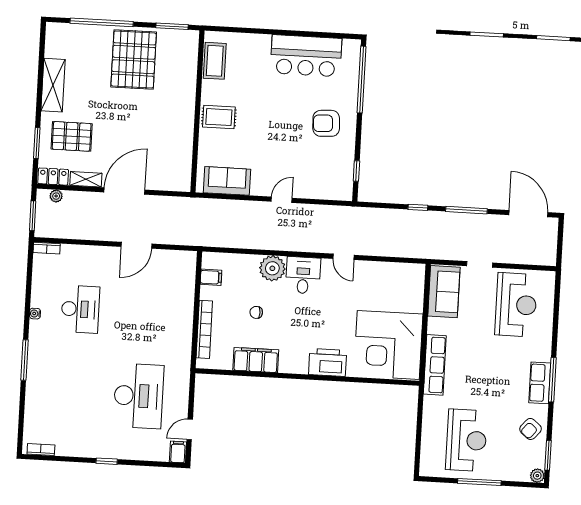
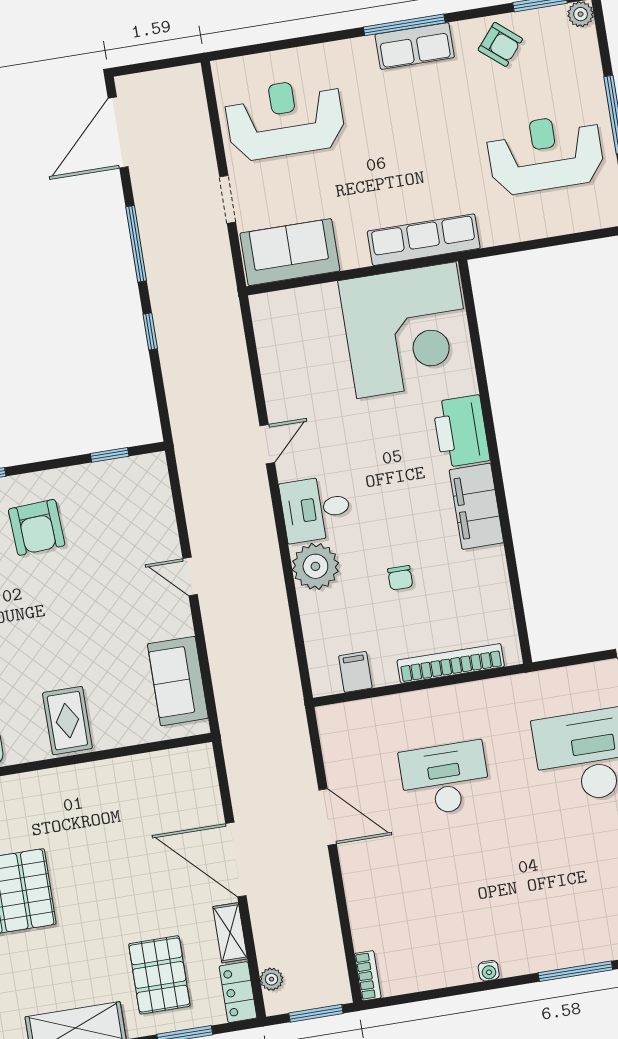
desk: (80, 309) -> (445, 779), moved
filing cabinet: (256, 360) -> (476, 506), moved

